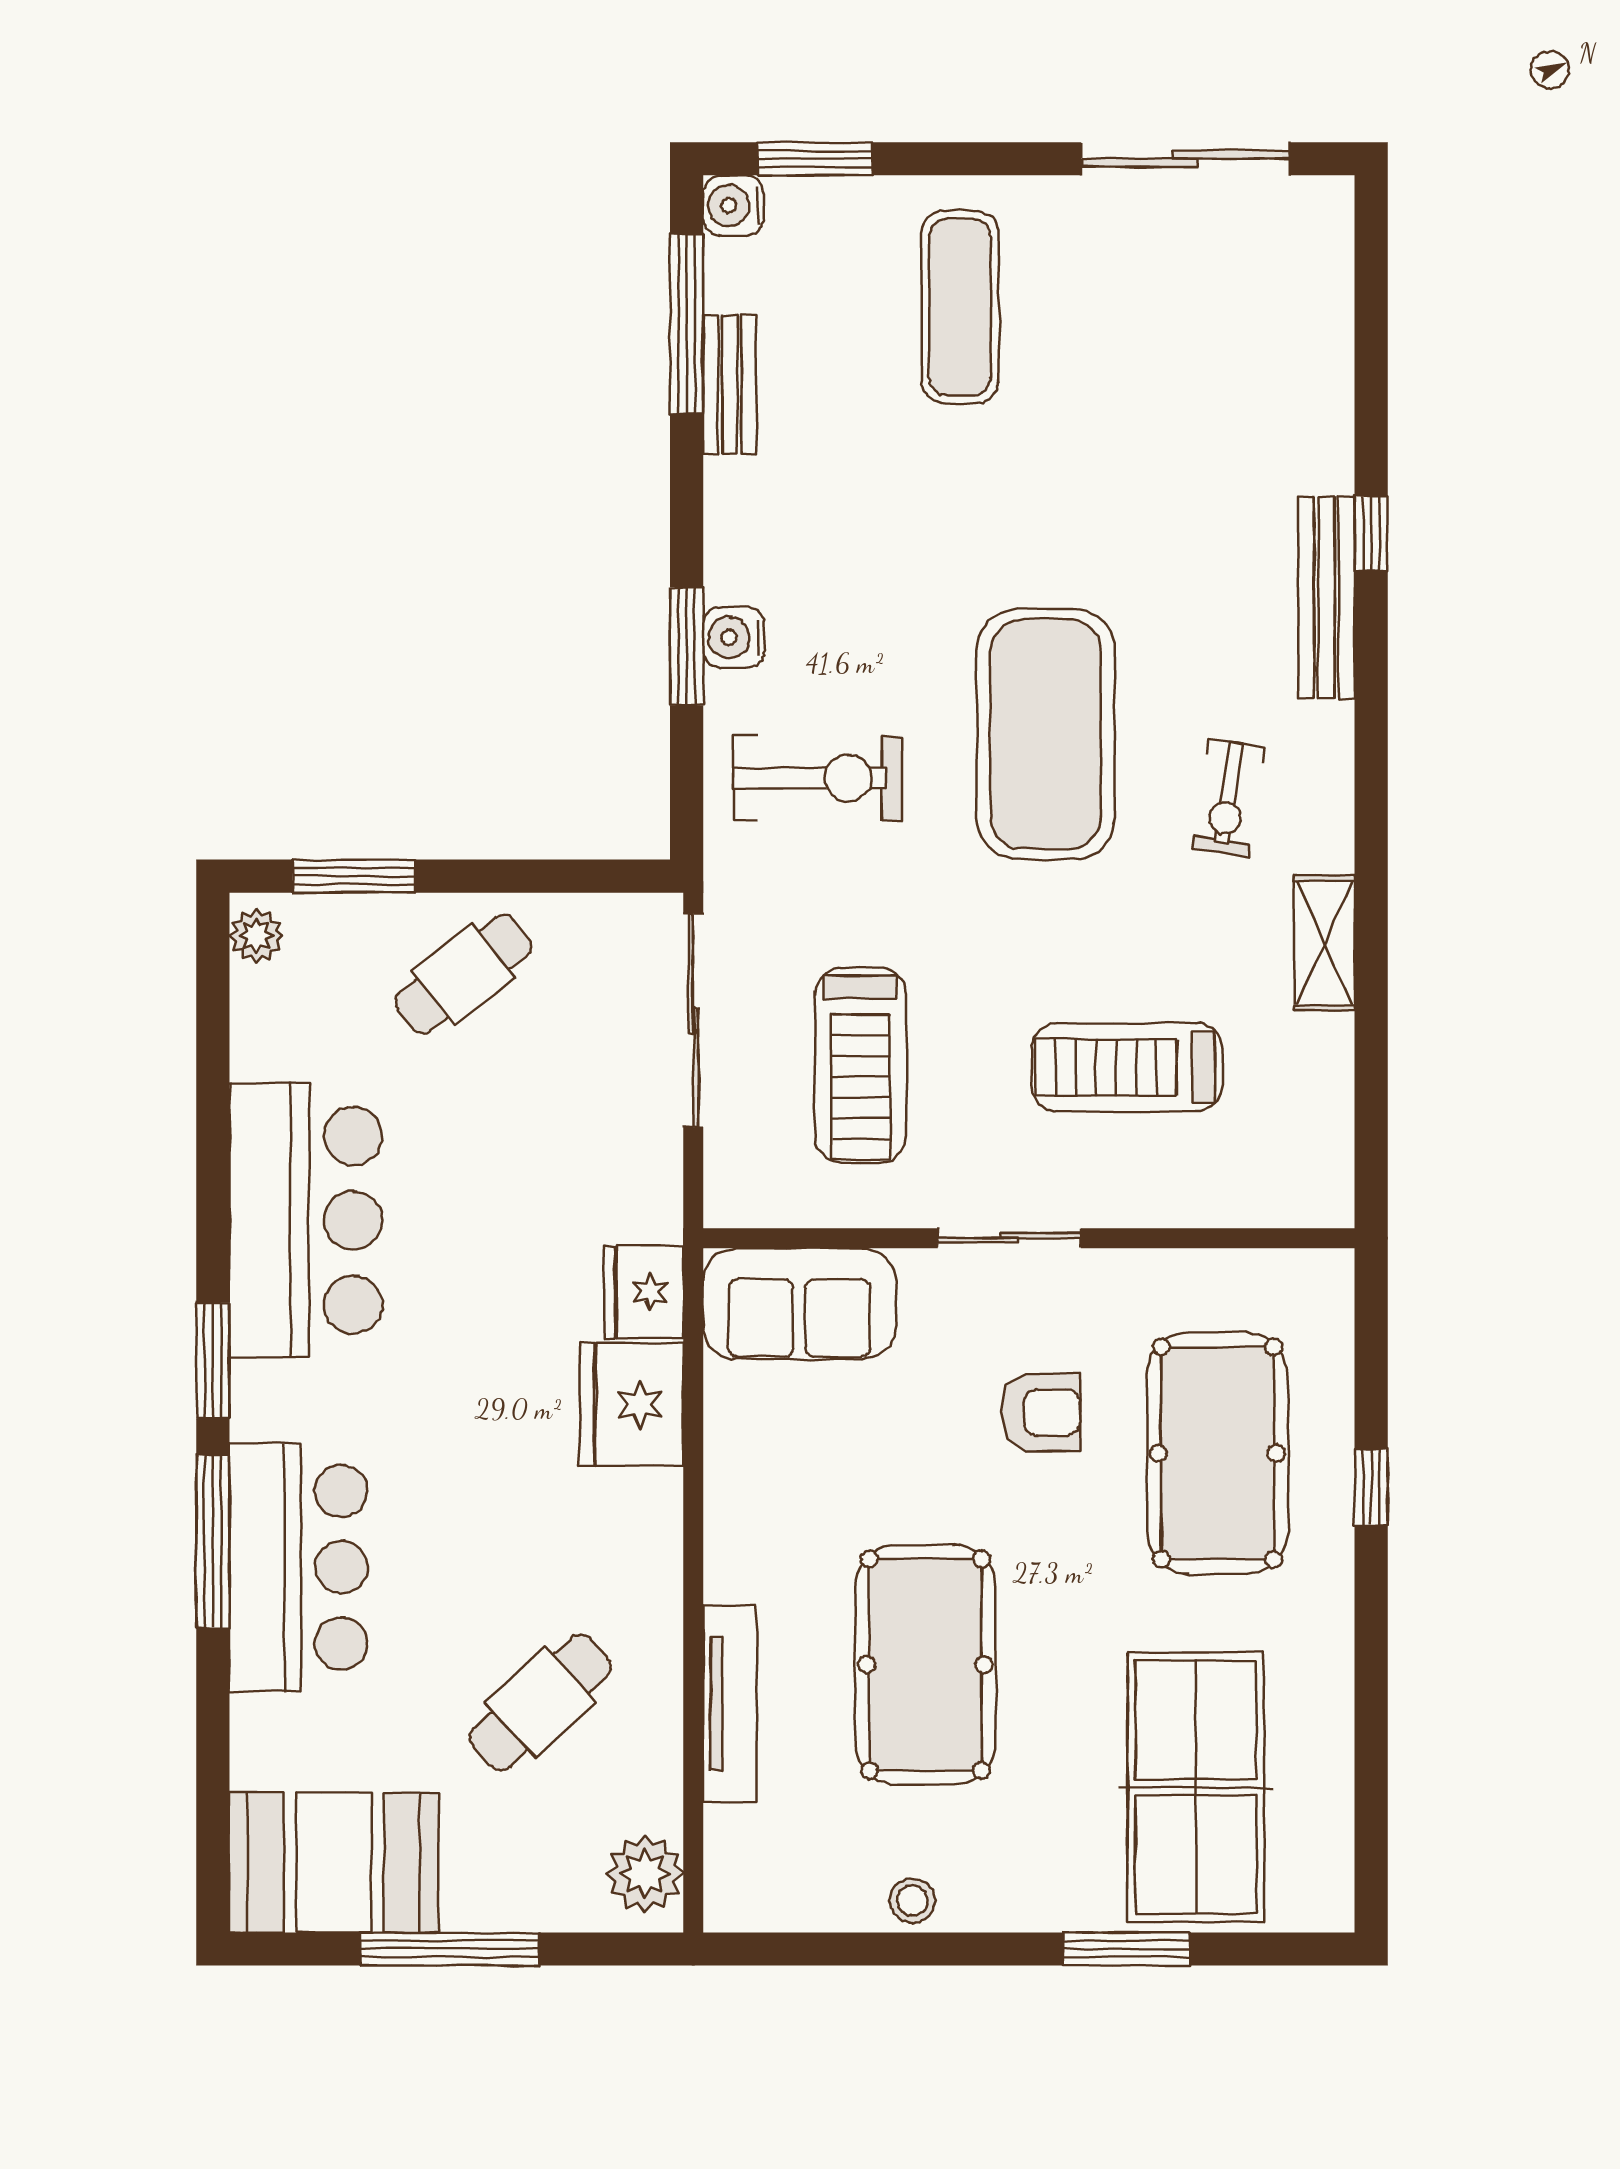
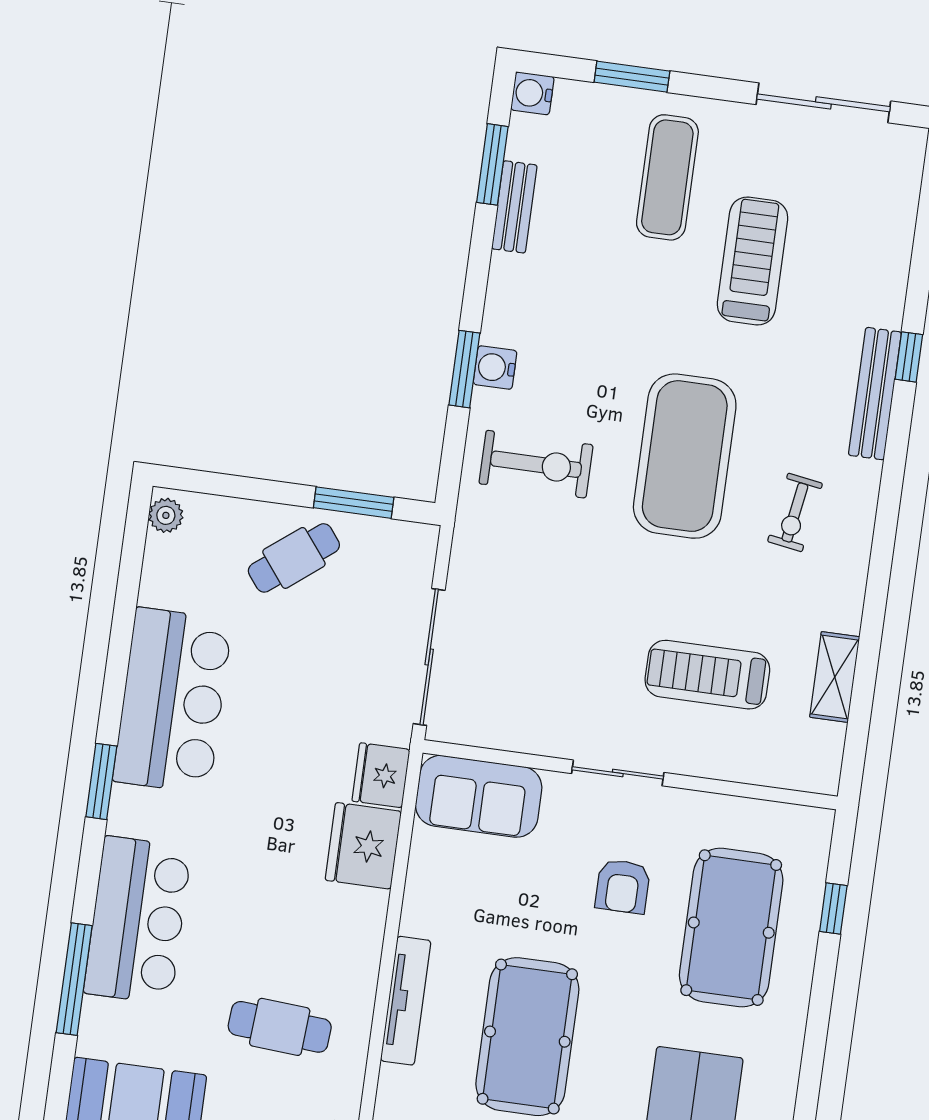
window: (815, 159) -> (632, 77), moved
window: (687, 324) -> (492, 164), width x0.69
window: (354, 876) -> (354, 503), moved
shelving: (1324, 943) -> (835, 677), moved
sliding door: (693, 1021) -> (429, 657), moved
treadmill: (861, 1065) -> (752, 261), moved, turned 180
armchair: (1041, 1412) -> (623, 886), turned 90
window: (1371, 1488) -> (833, 908), moved
window: (213, 1541) -> (74, 979), moved
cafe table: (541, 1702) -> (280, 1027), turned 47
tv unit: (730, 1704) -> (406, 1001), moved

